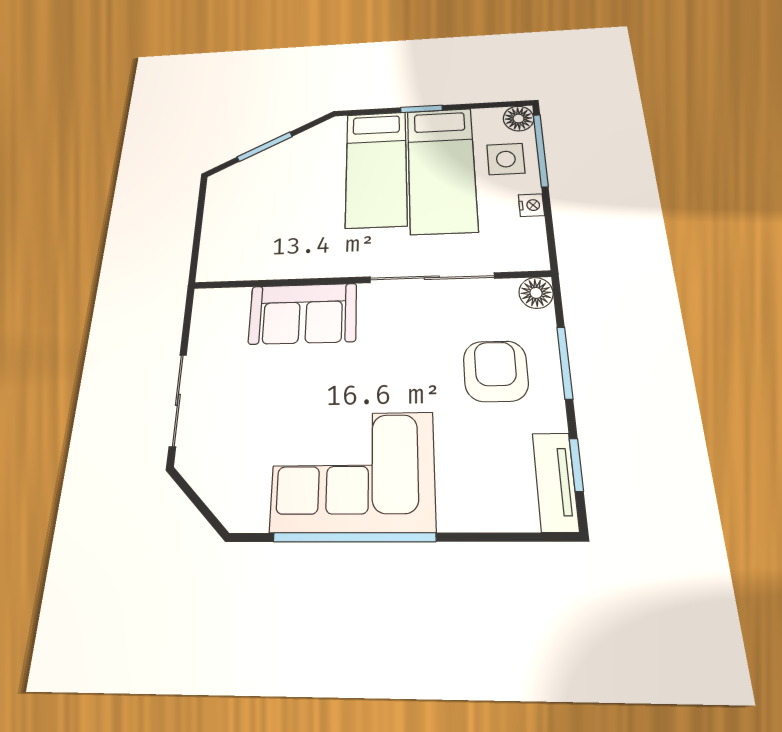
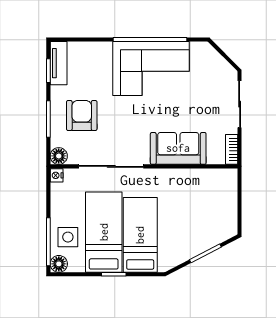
nightstand: (531, 205) -> (57, 175), moved
bookcase: (203, 315) -> (232, 149), added
armchair: (496, 371) -> (82, 116), turned 180

